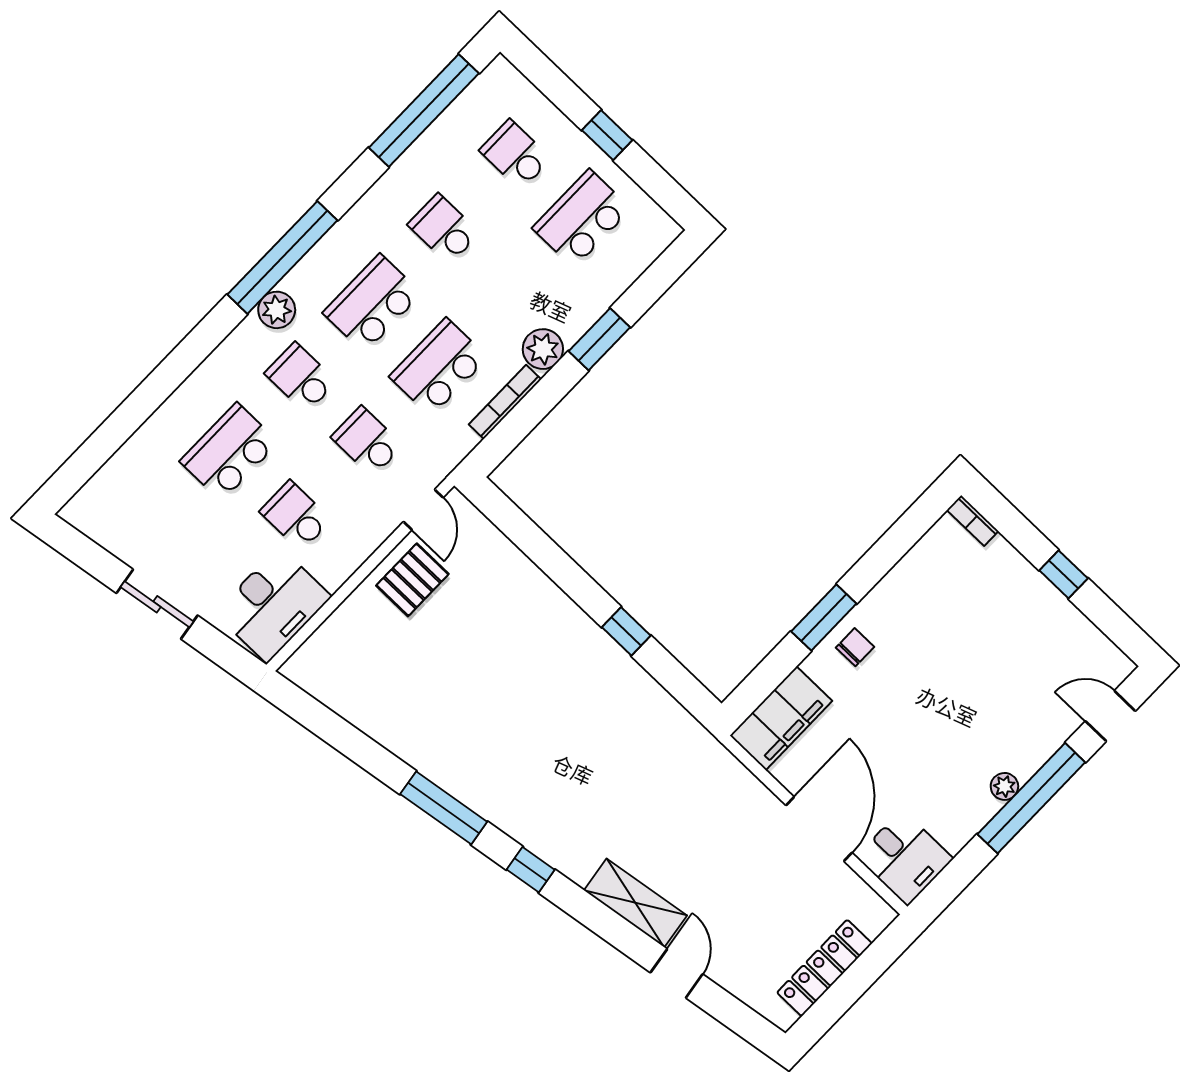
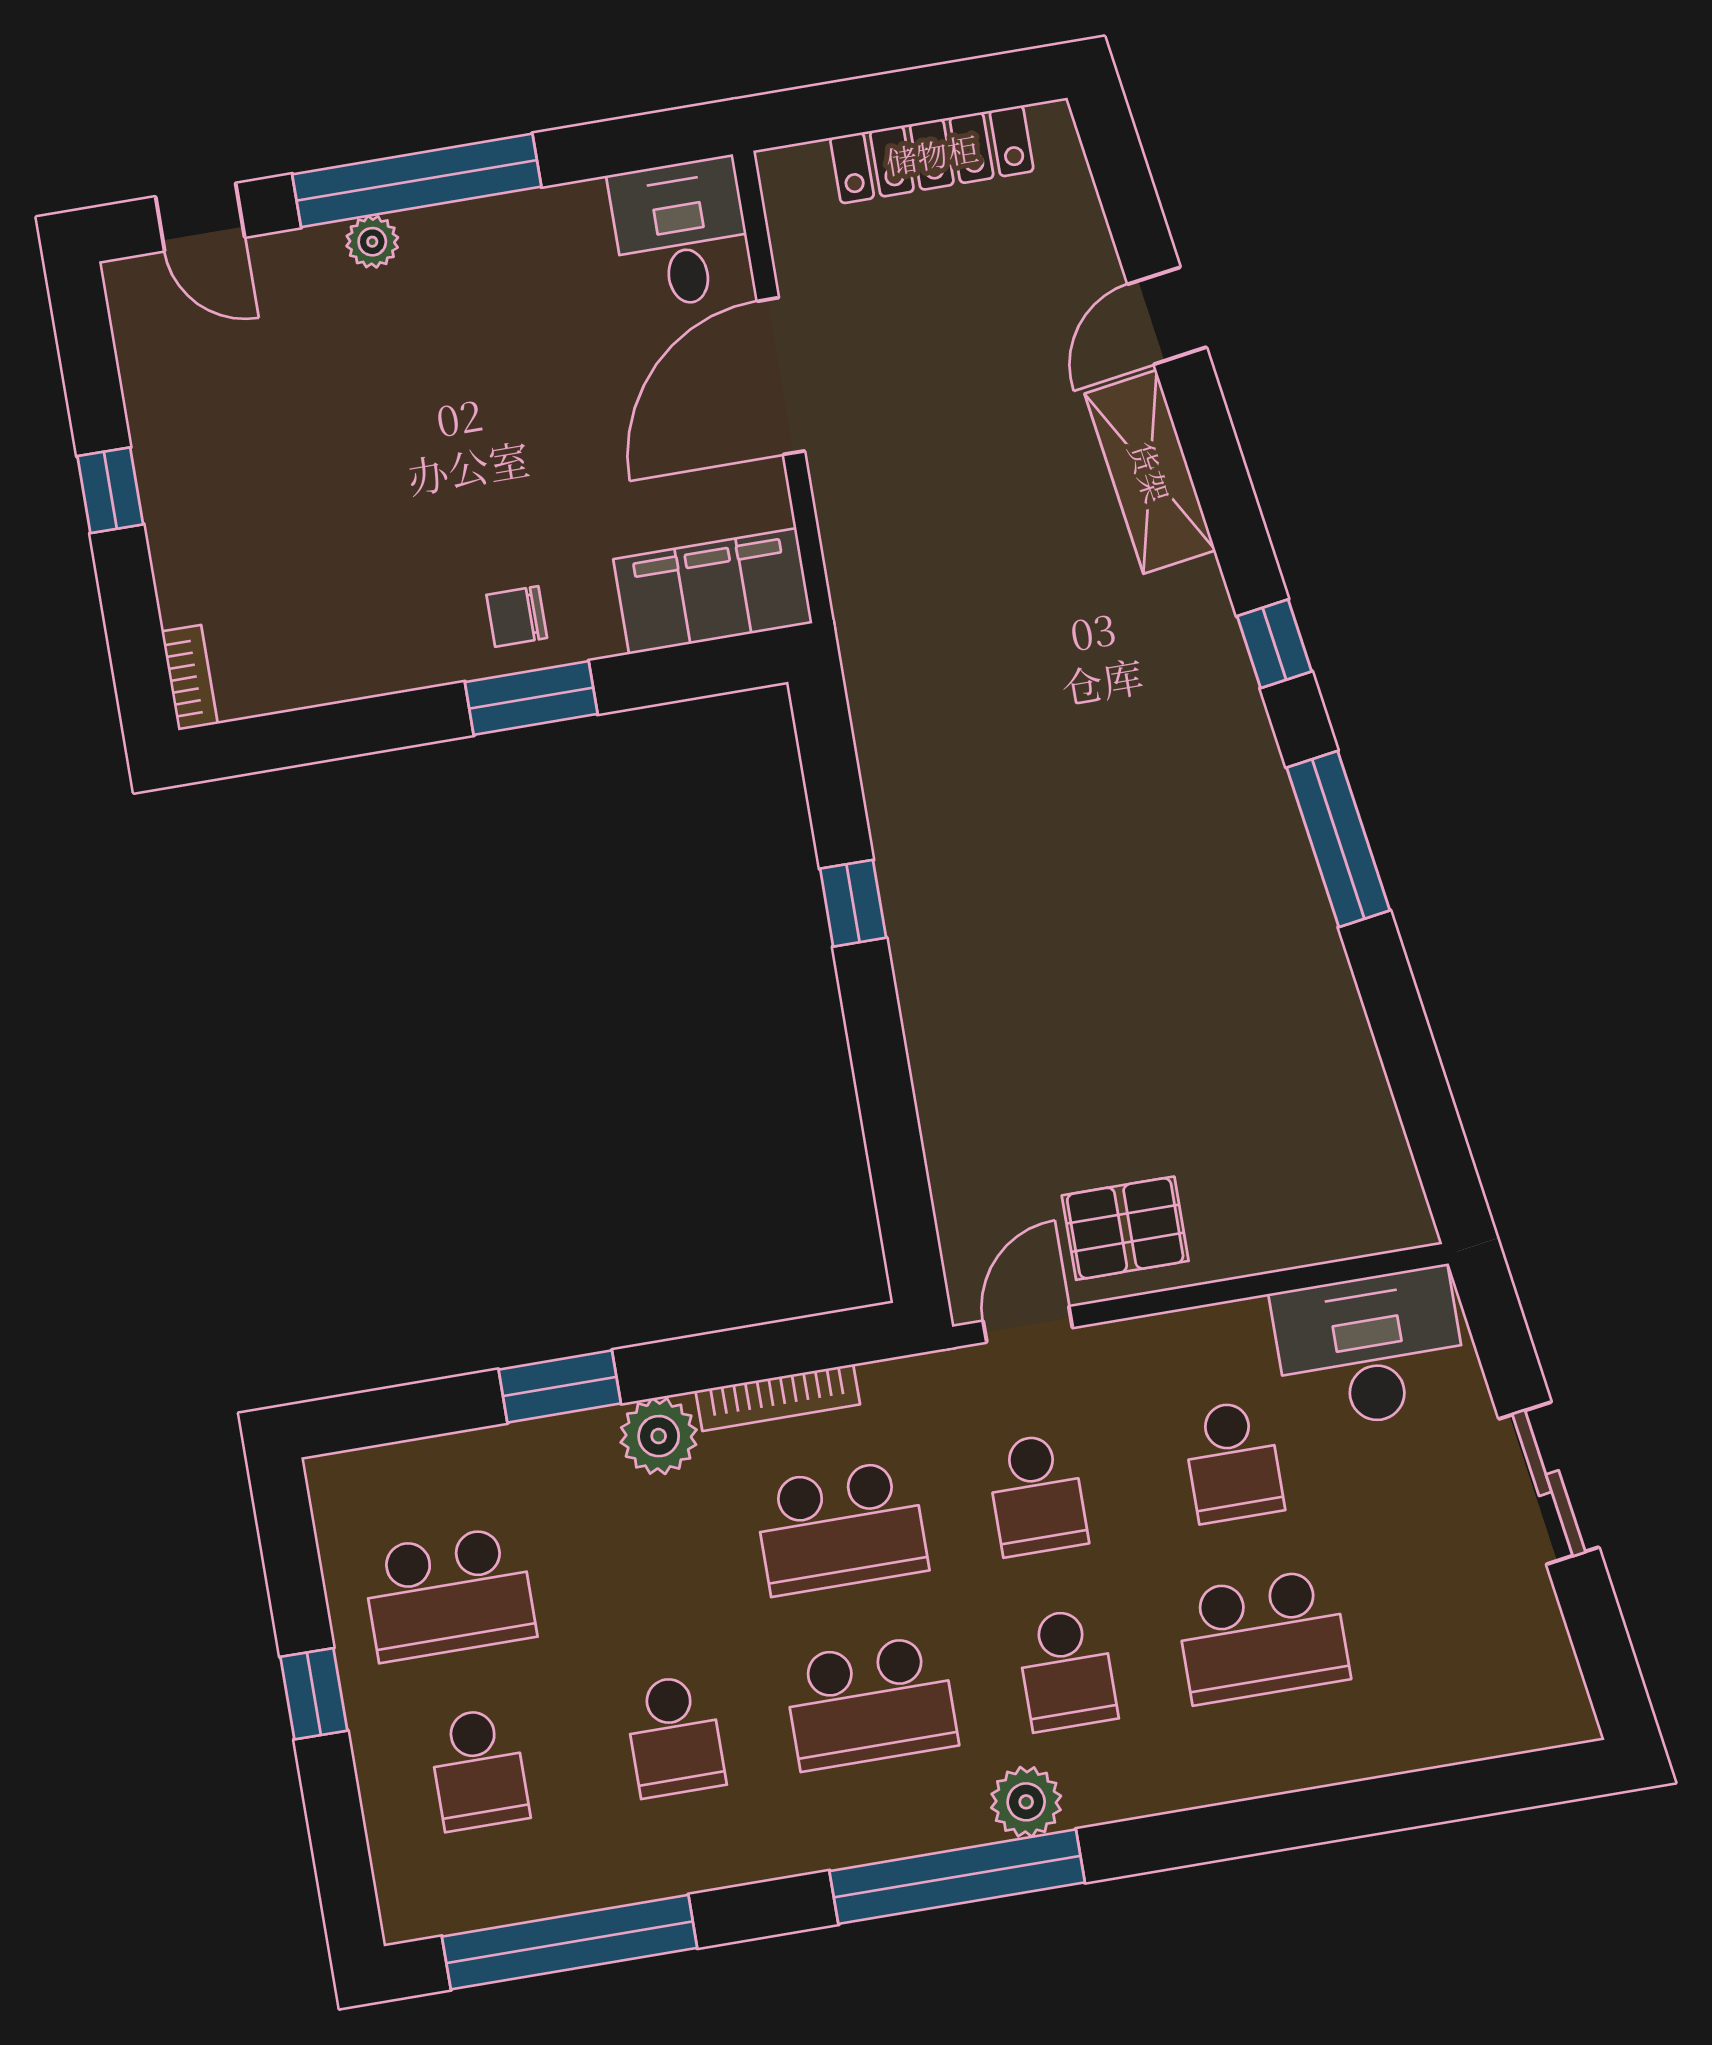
plant: (1004, 786) -> (372, 242), moved

